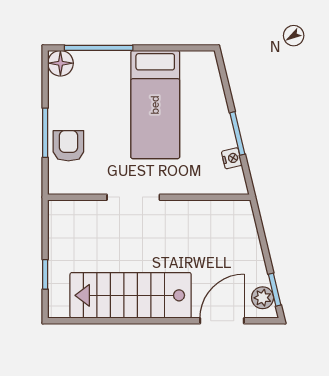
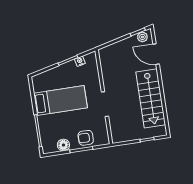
floor lamp: (60, 63) -> (63, 145), moved

